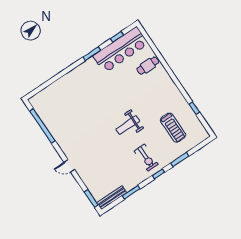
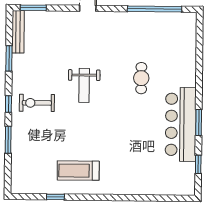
bar counter: (121, 50) -> (181, 124), moved
cafe table: (148, 66) -> (141, 78), moved
weight bench: (128, 125) -> (84, 85), moved, turned 180
treadmill: (173, 128) -> (78, 171), moved

